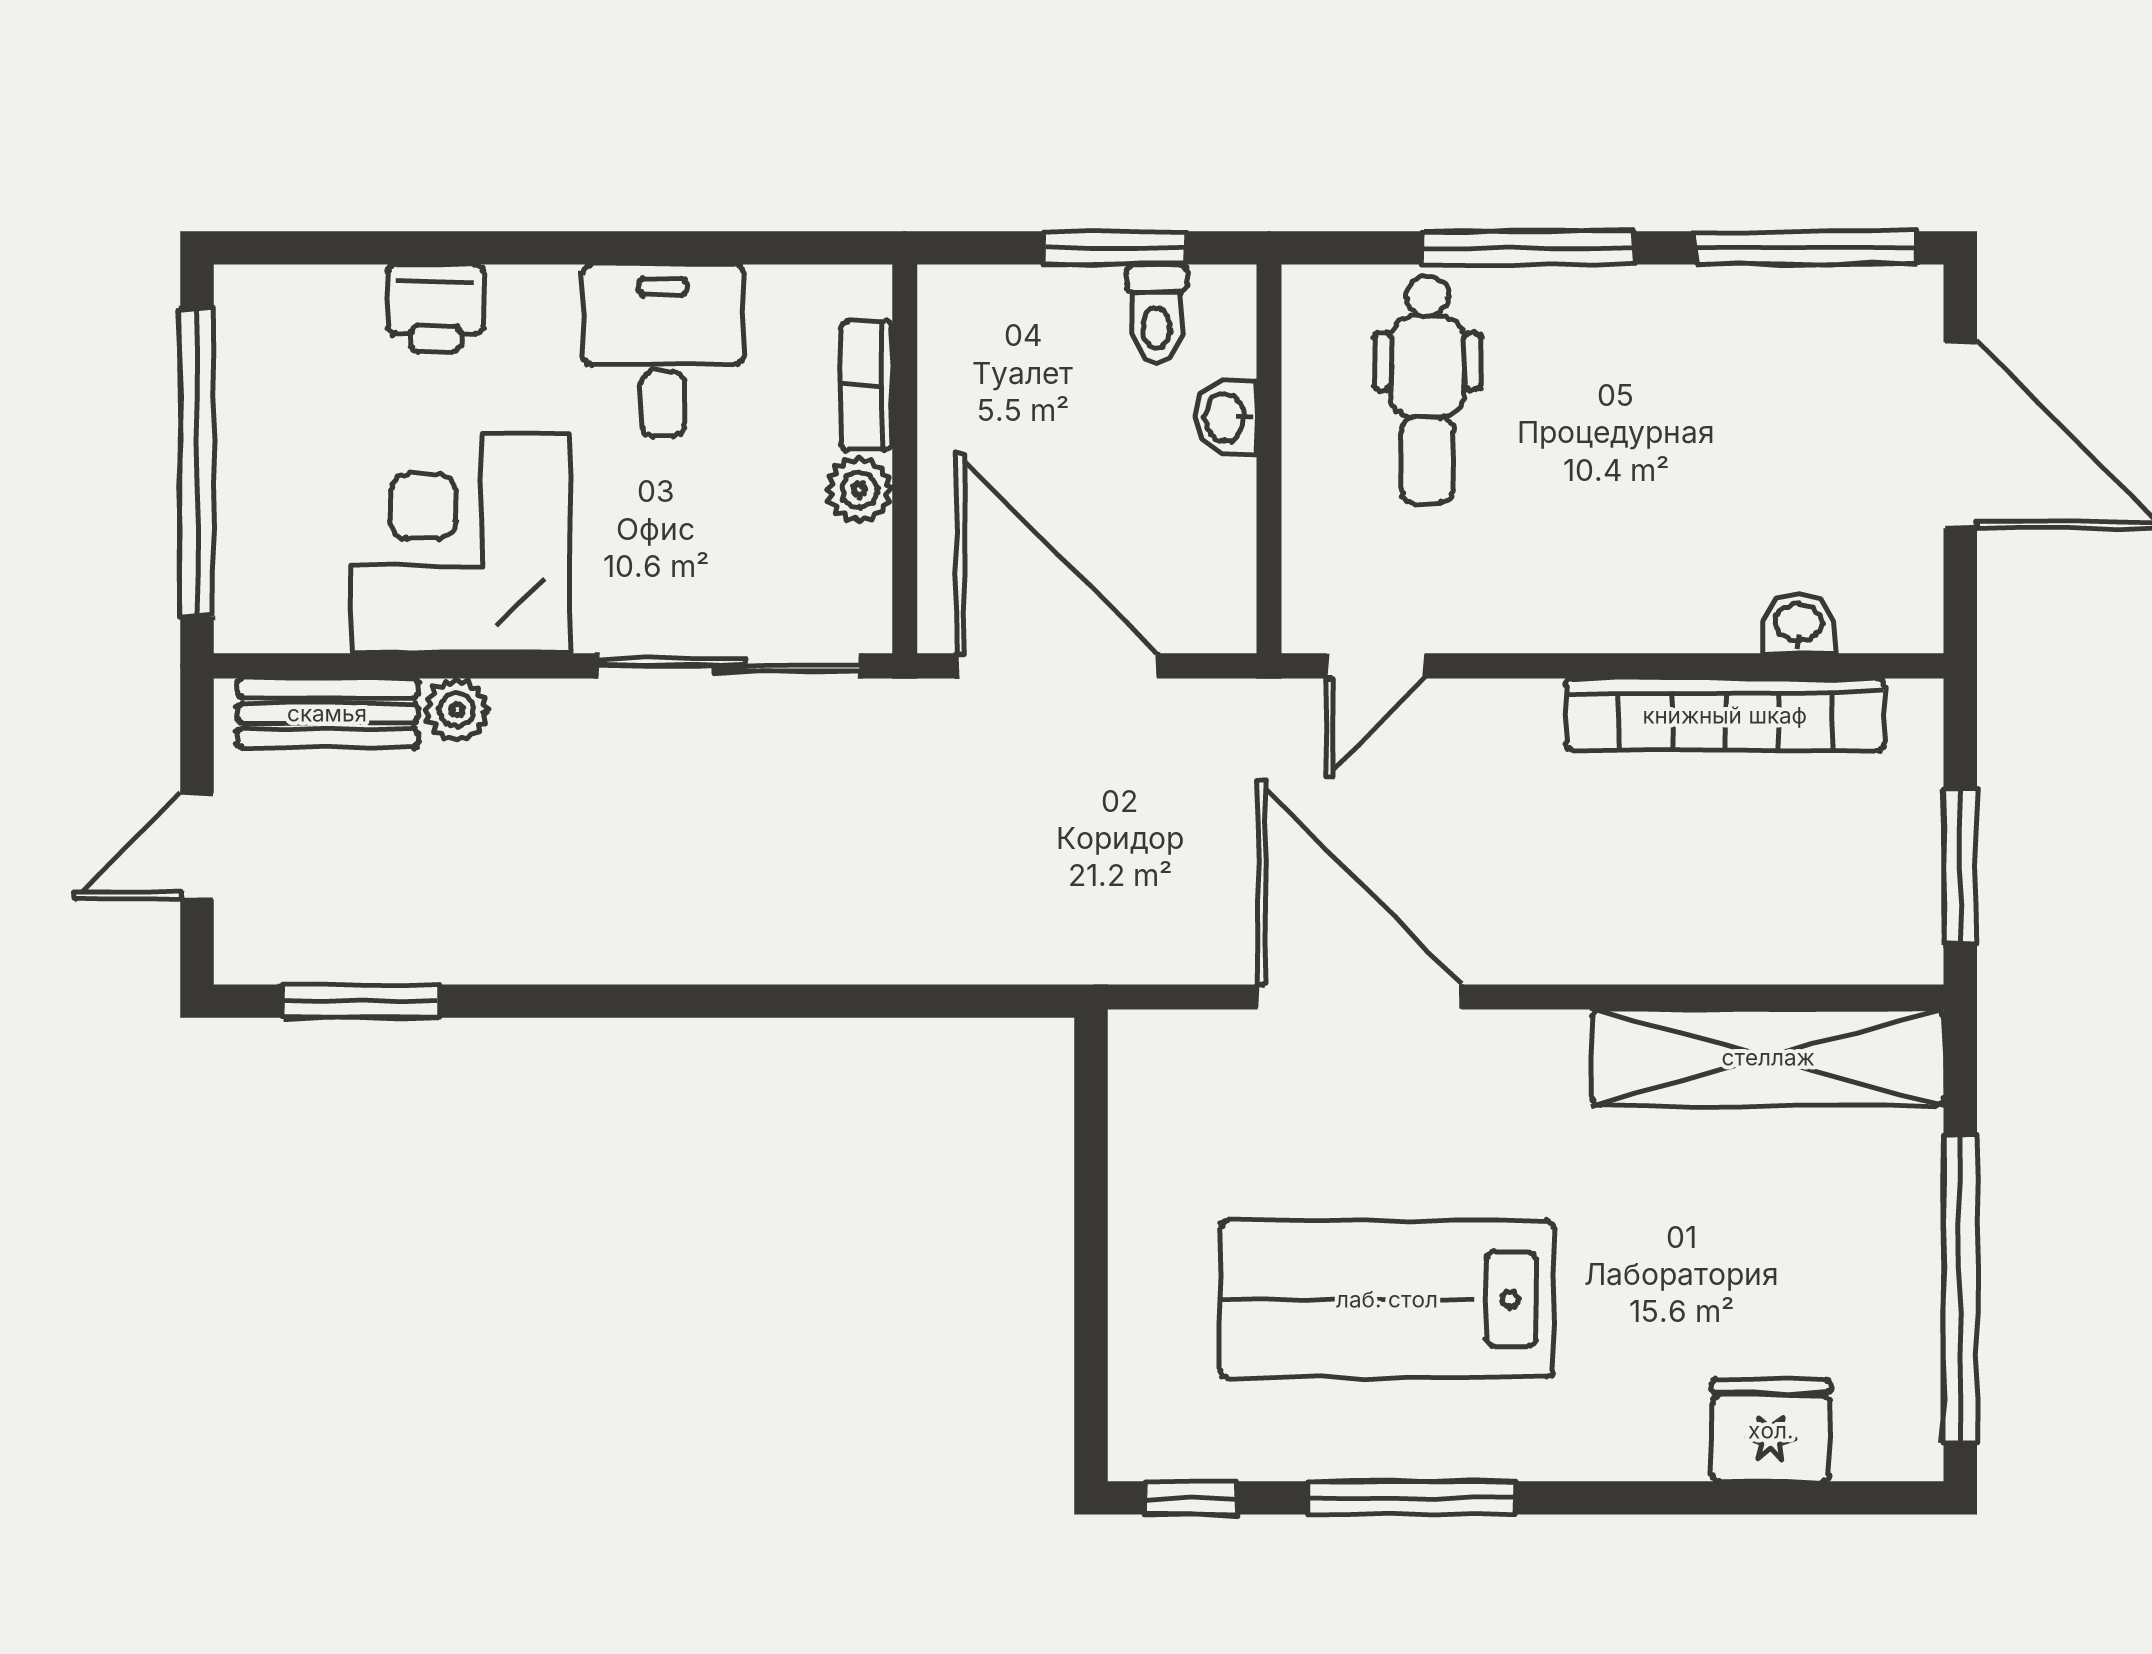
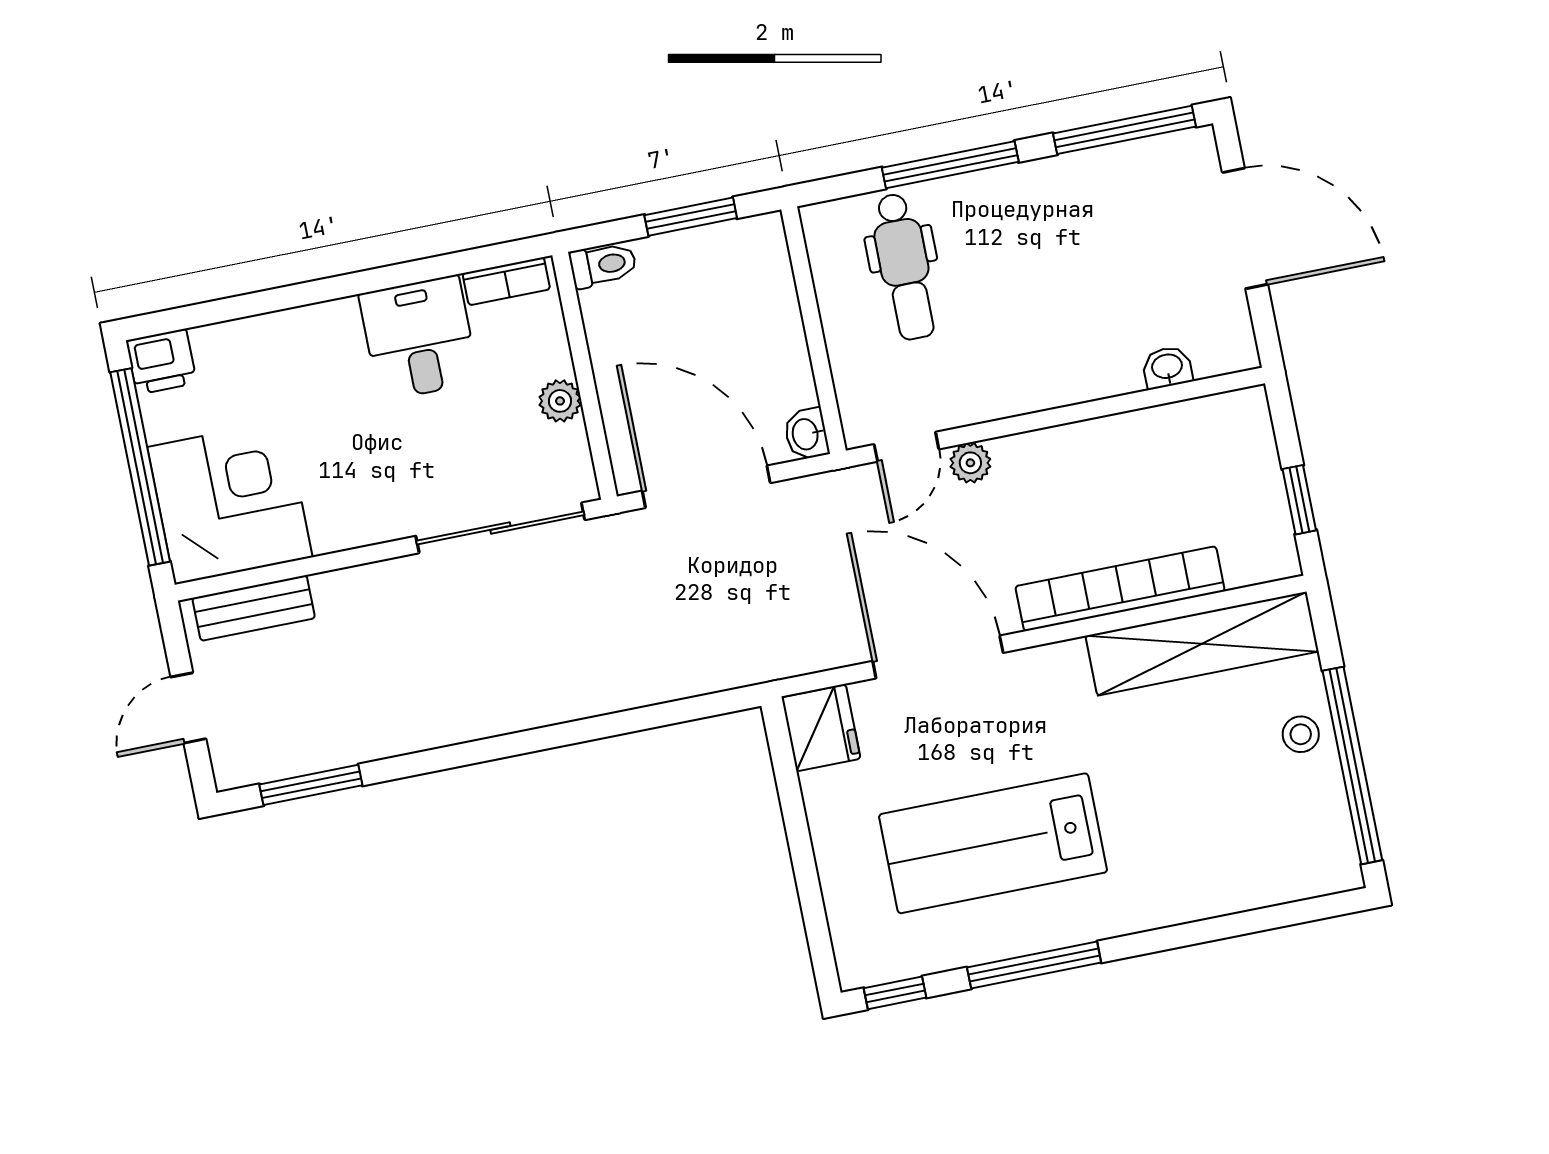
printer: (436, 308) -> (161, 362), moved
toilet: (1157, 314) -> (603, 265), moved, turned -90
bookcase: (867, 386) -> (506, 281), moved, turned -90
washbasin: (1226, 417) -> (806, 434), moved
corner desk: (461, 544) -> (230, 502), moved, turned 90
plant: (457, 710) -> (970, 463), moved
bookcase: (1725, 715) -> (1120, 589), moved, turned 180
window: (1960, 867) -> (1299, 500), width x0.67
stool: (1891, 1226) -> (1301, 734), added
fridge: (1771, 1430) -> (821, 728), moved, turned 90

